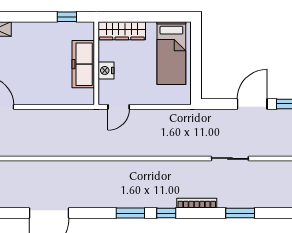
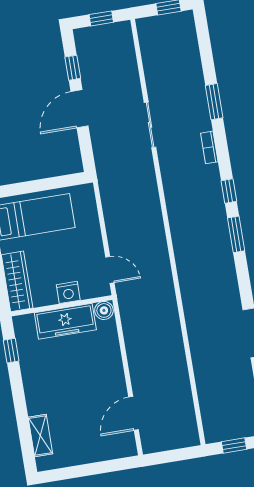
boiler: (87, 97) -> (104, 310), added
door: (252, 104) -> (80, 109), hinge flipped
bookcase: (197, 203) -> (209, 147), width x0.64

